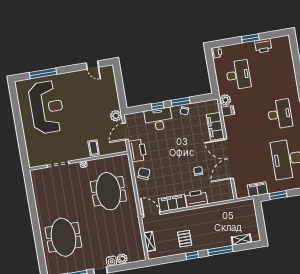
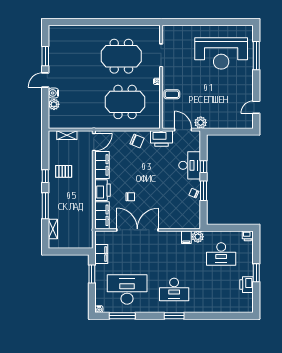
filing cabinet: (215, 126) -> (102, 215), moved, turned 90
meeting table: (63, 237) -> (121, 56), moved

